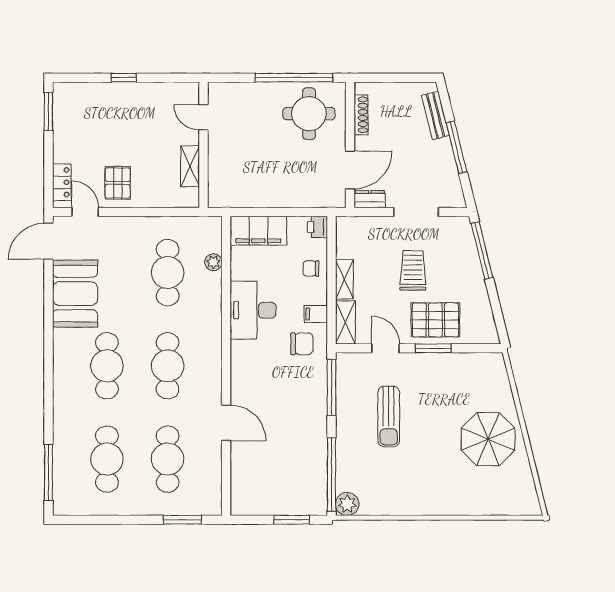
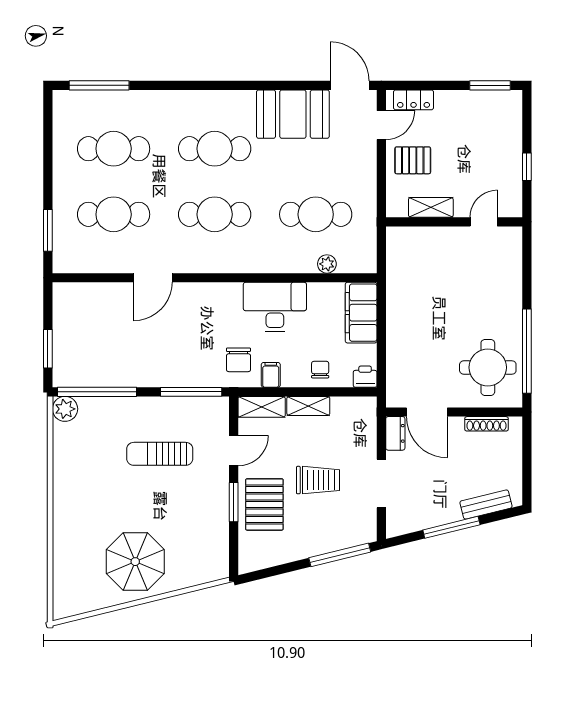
door: (203, 117) -> (484, 222), moved
wall: (203, 145) -> (454, 222), moved
shelving: (190, 166) -> (431, 207), moved

